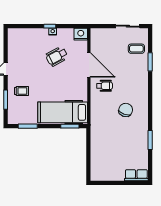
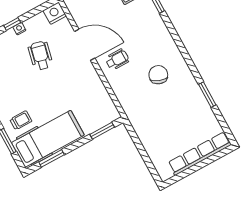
wheelchair: (57, 56) -> (40, 56), turned 131
hospital bed: (63, 112) -> (48, 139), moved, turned 180
row of seats: (136, 175) -> (200, 154), width x2.02

